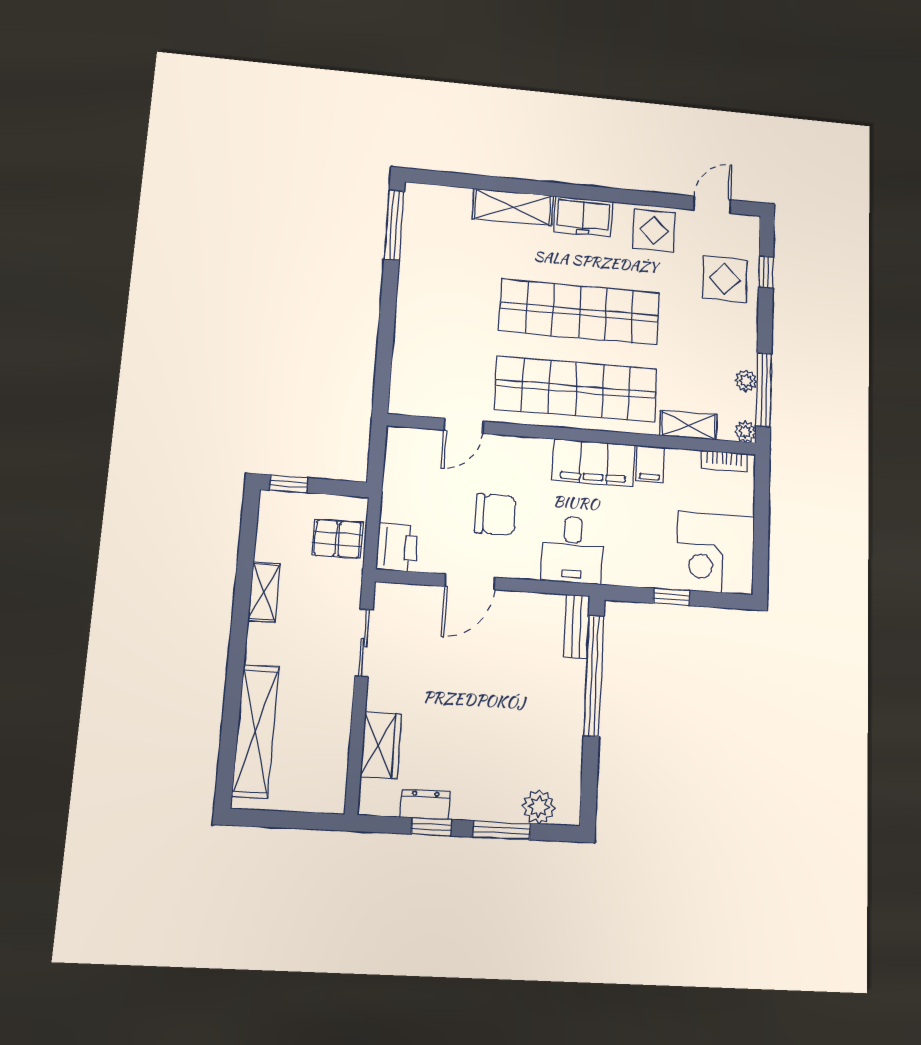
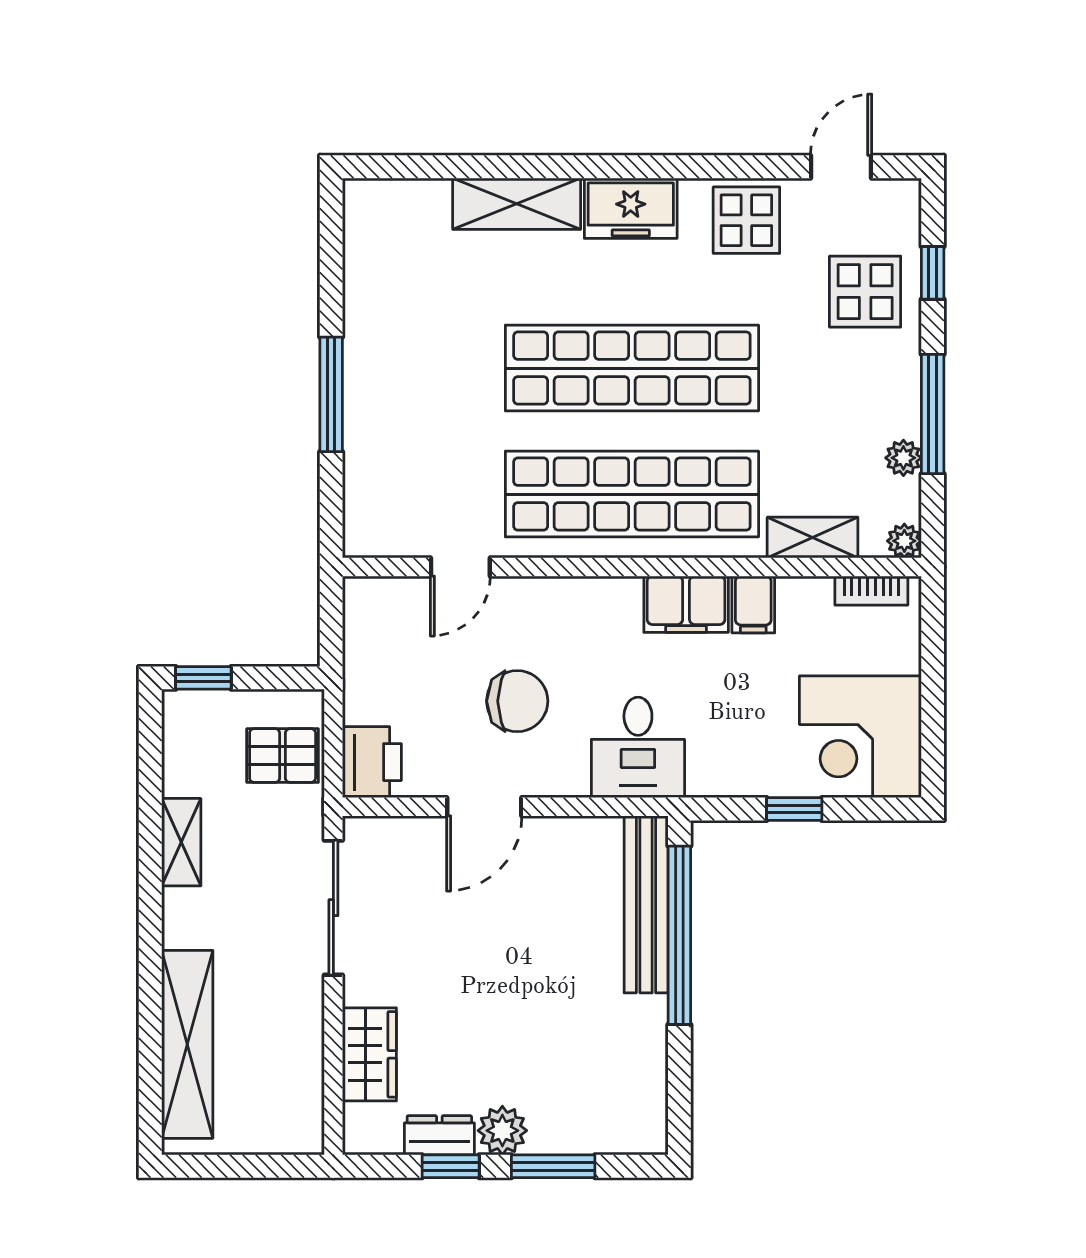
window: (394, 225) -> (331, 394), moved
window: (764, 390) -> (933, 414), moved
filing cabinet: (594, 463) -> (686, 604), width x0.67, depth x0.86
bench: (577, 626) -> (646, 904), width x1.86, depth x1.21
sliding door: (364, 643) -> (333, 908), width x1.37
plant: (539, 807) -> (502, 1131), moved

